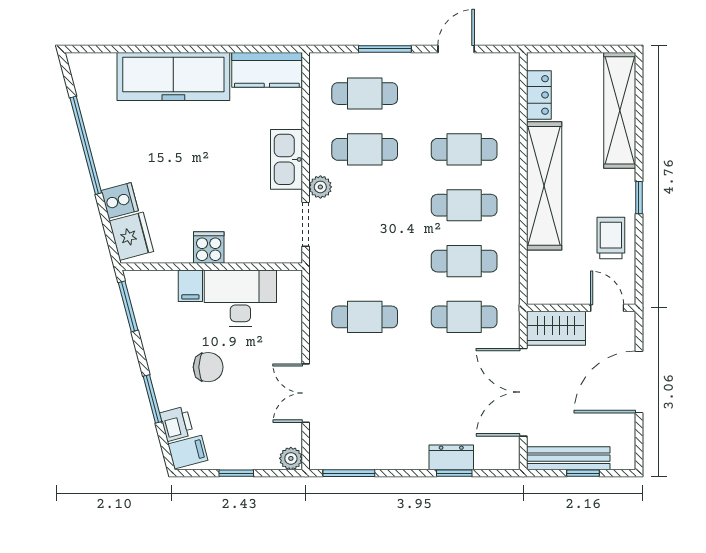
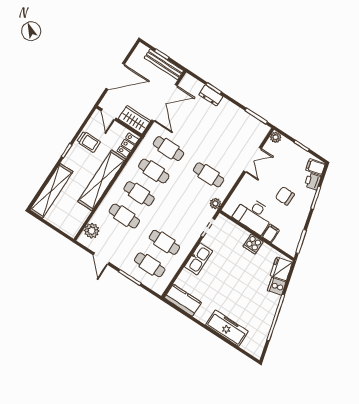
door: (456, 49) -> (101, 259), hinge flipped
freezer: (173, 76) -> (227, 328), width x0.73, depth x0.79
plant: (504, 87) -> (92, 231), added
locker: (539, 95) -> (128, 145), moved
plant: (320, 187) -> (215, 203), moved
trolley: (611, 238) -> (89, 142), turned -90

